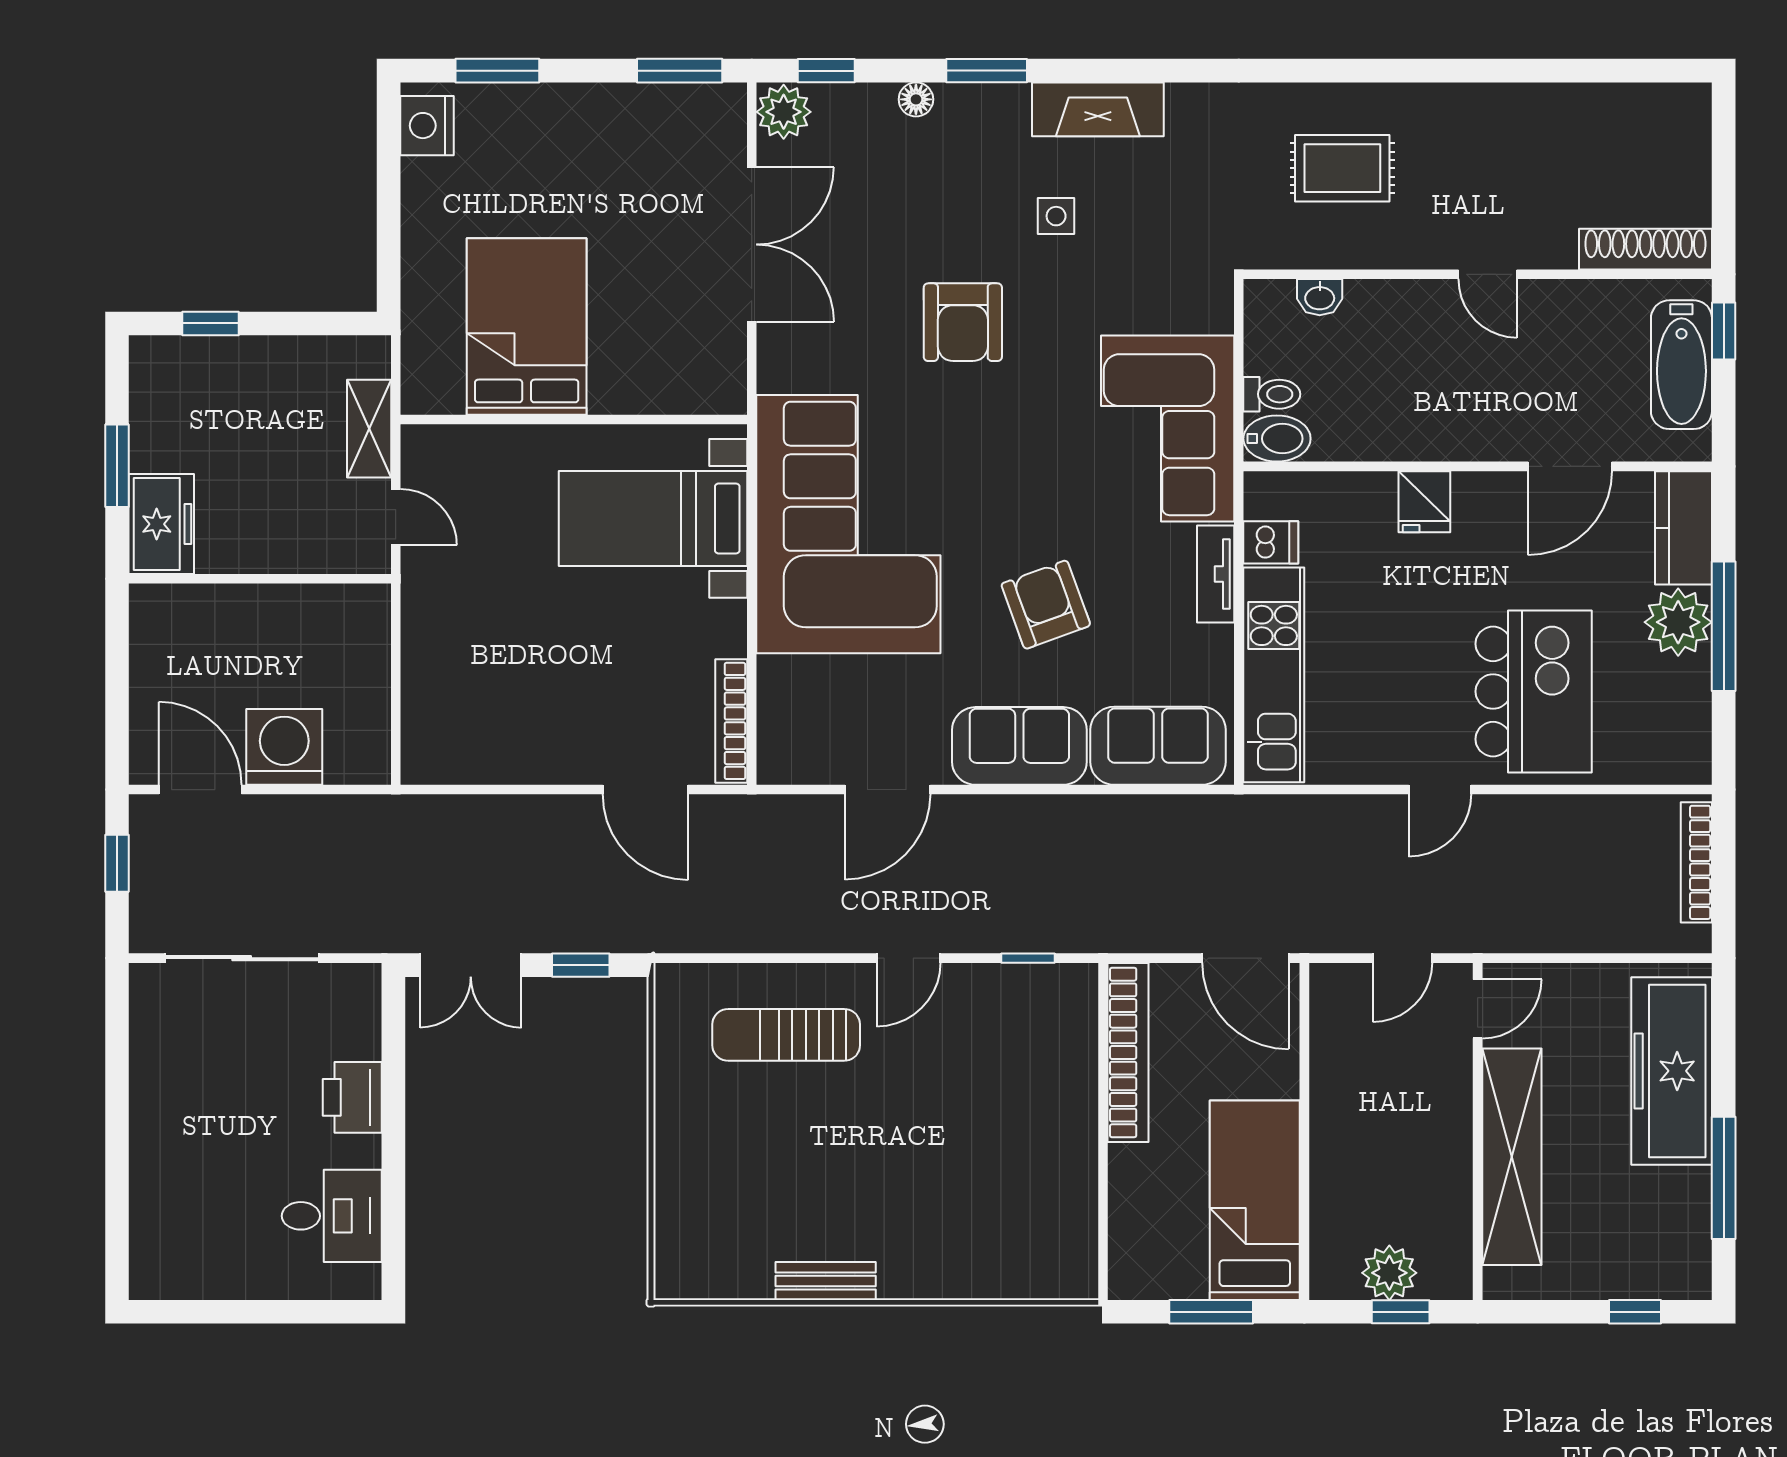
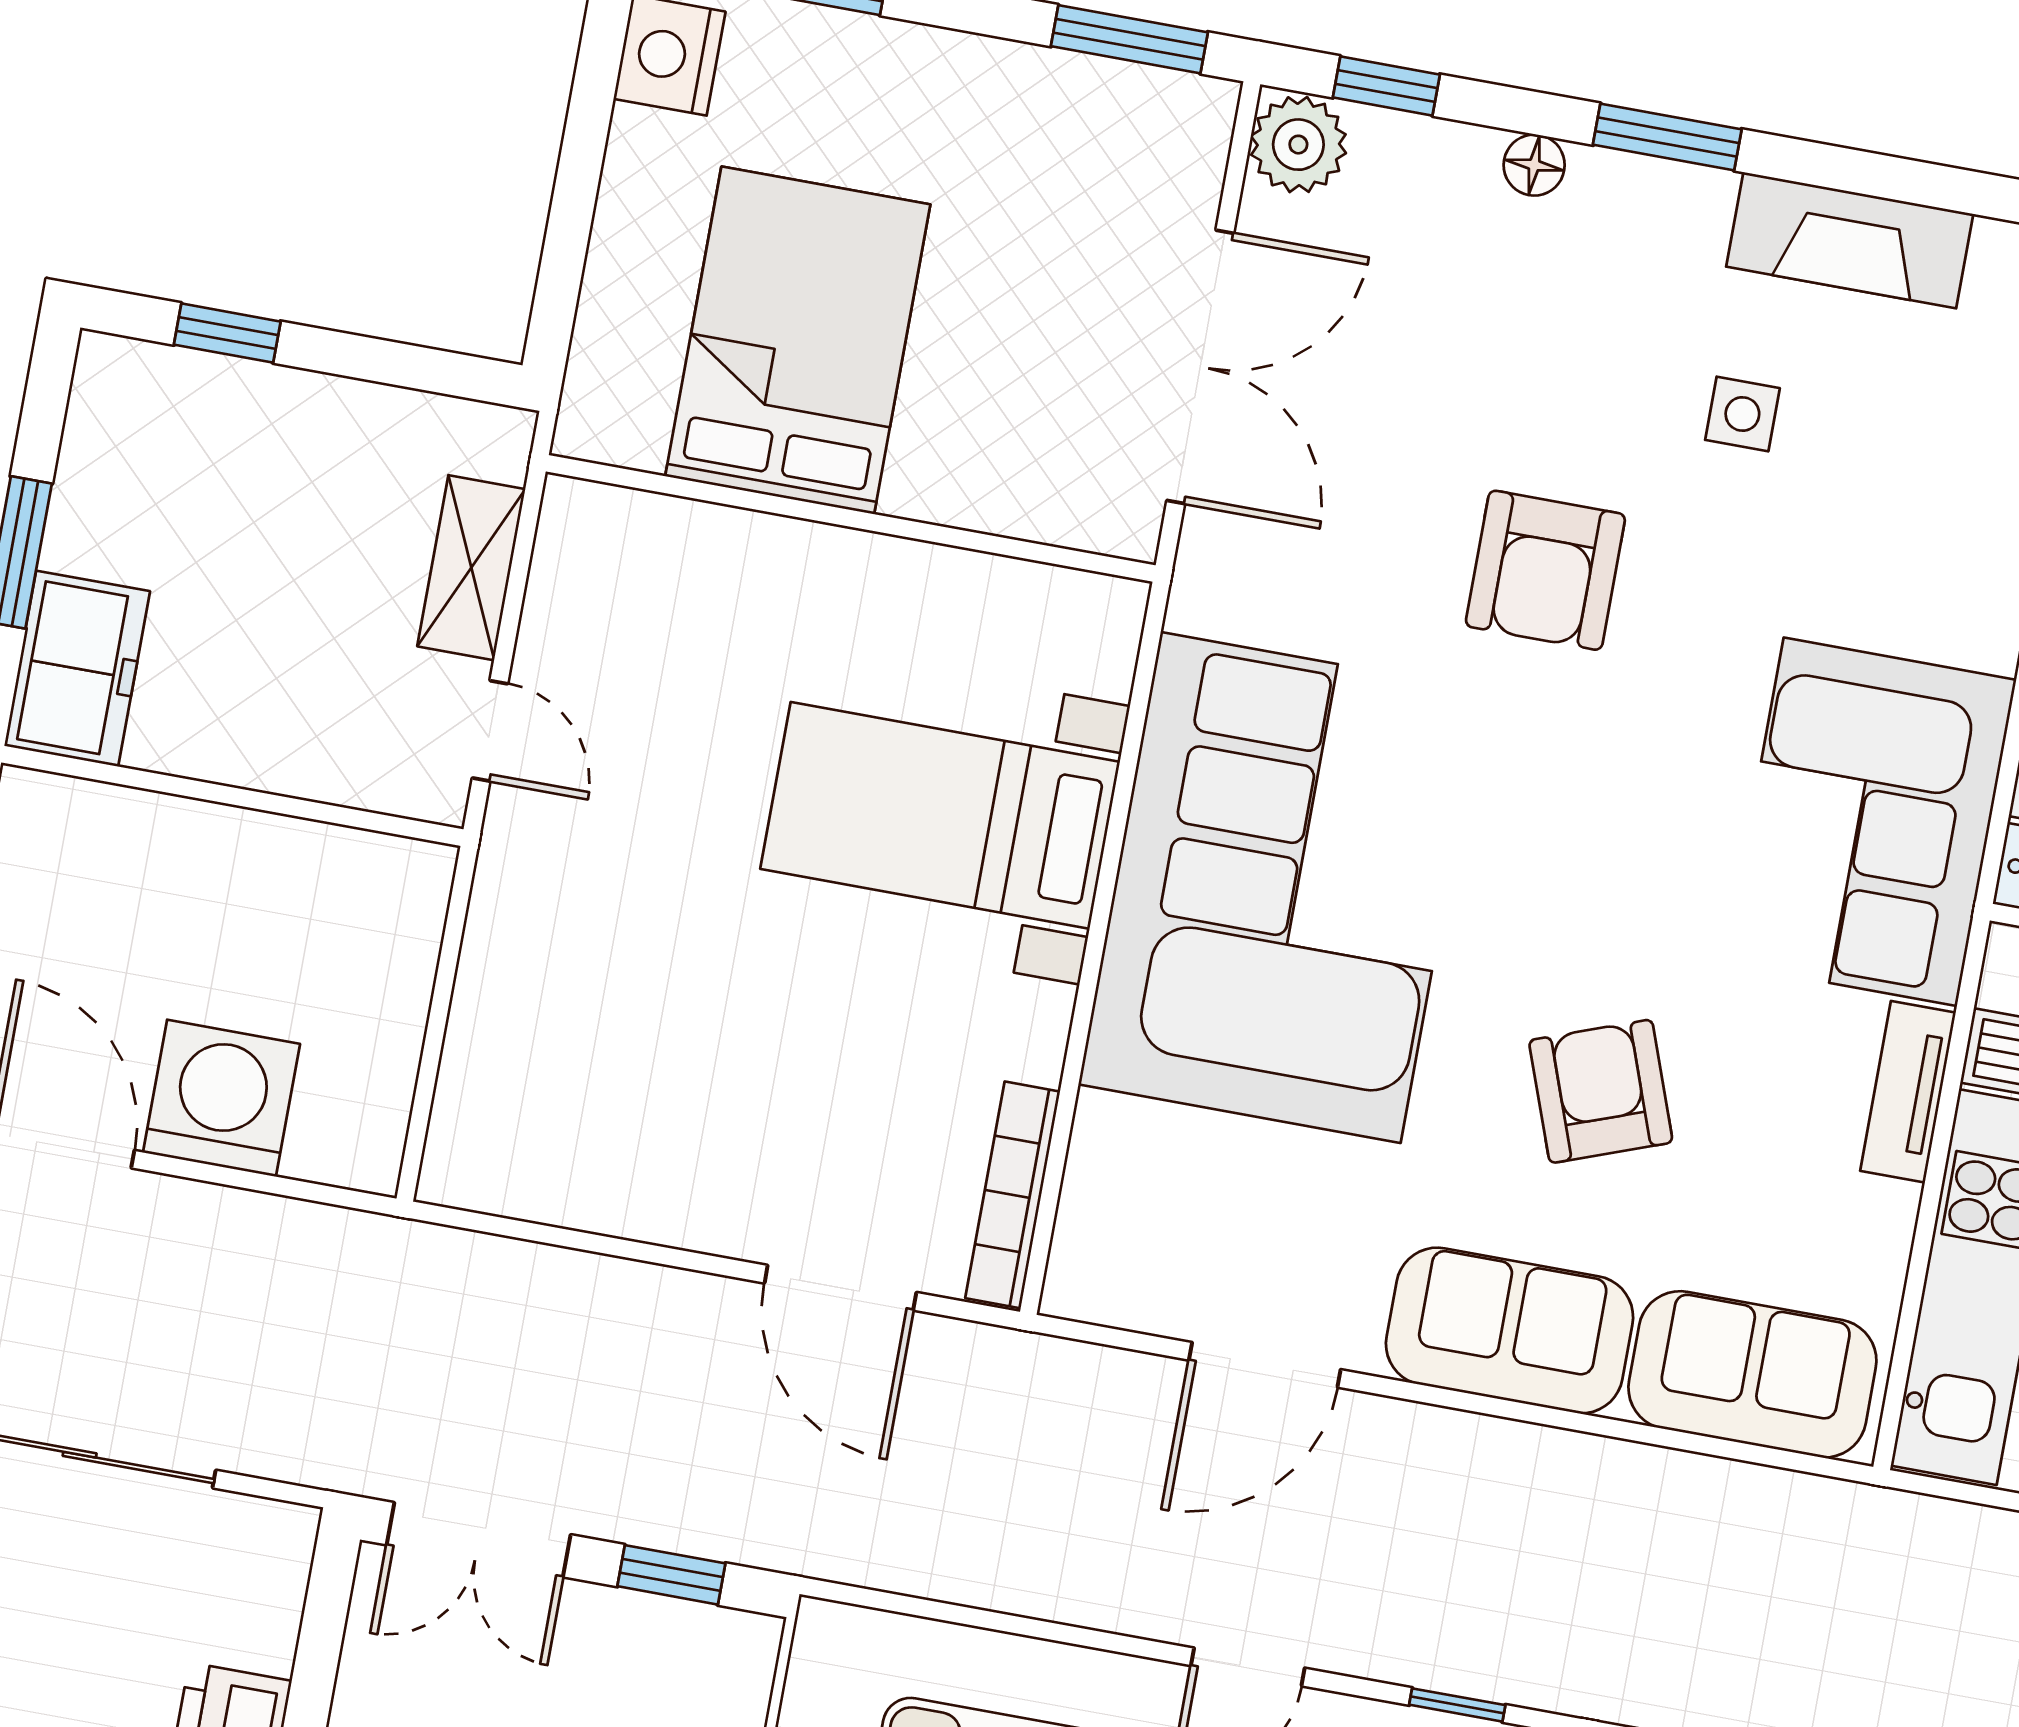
bed: (527, 326) -> (798, 340), moved
wall: (574, 420) -> (851, 518), moved

